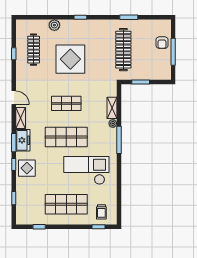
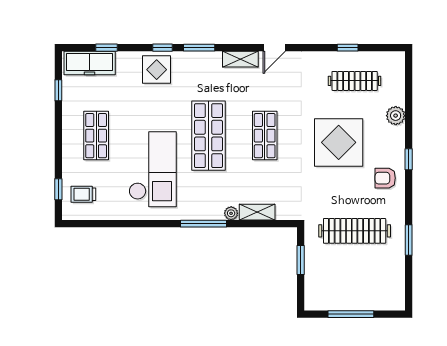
armchair: (162, 43) -> (385, 178), moved
freezer: (23, 140) -> (90, 63), moved, width x1.40
shop shelf: (66, 204) -> (96, 136), width x0.70, depth x0.74

